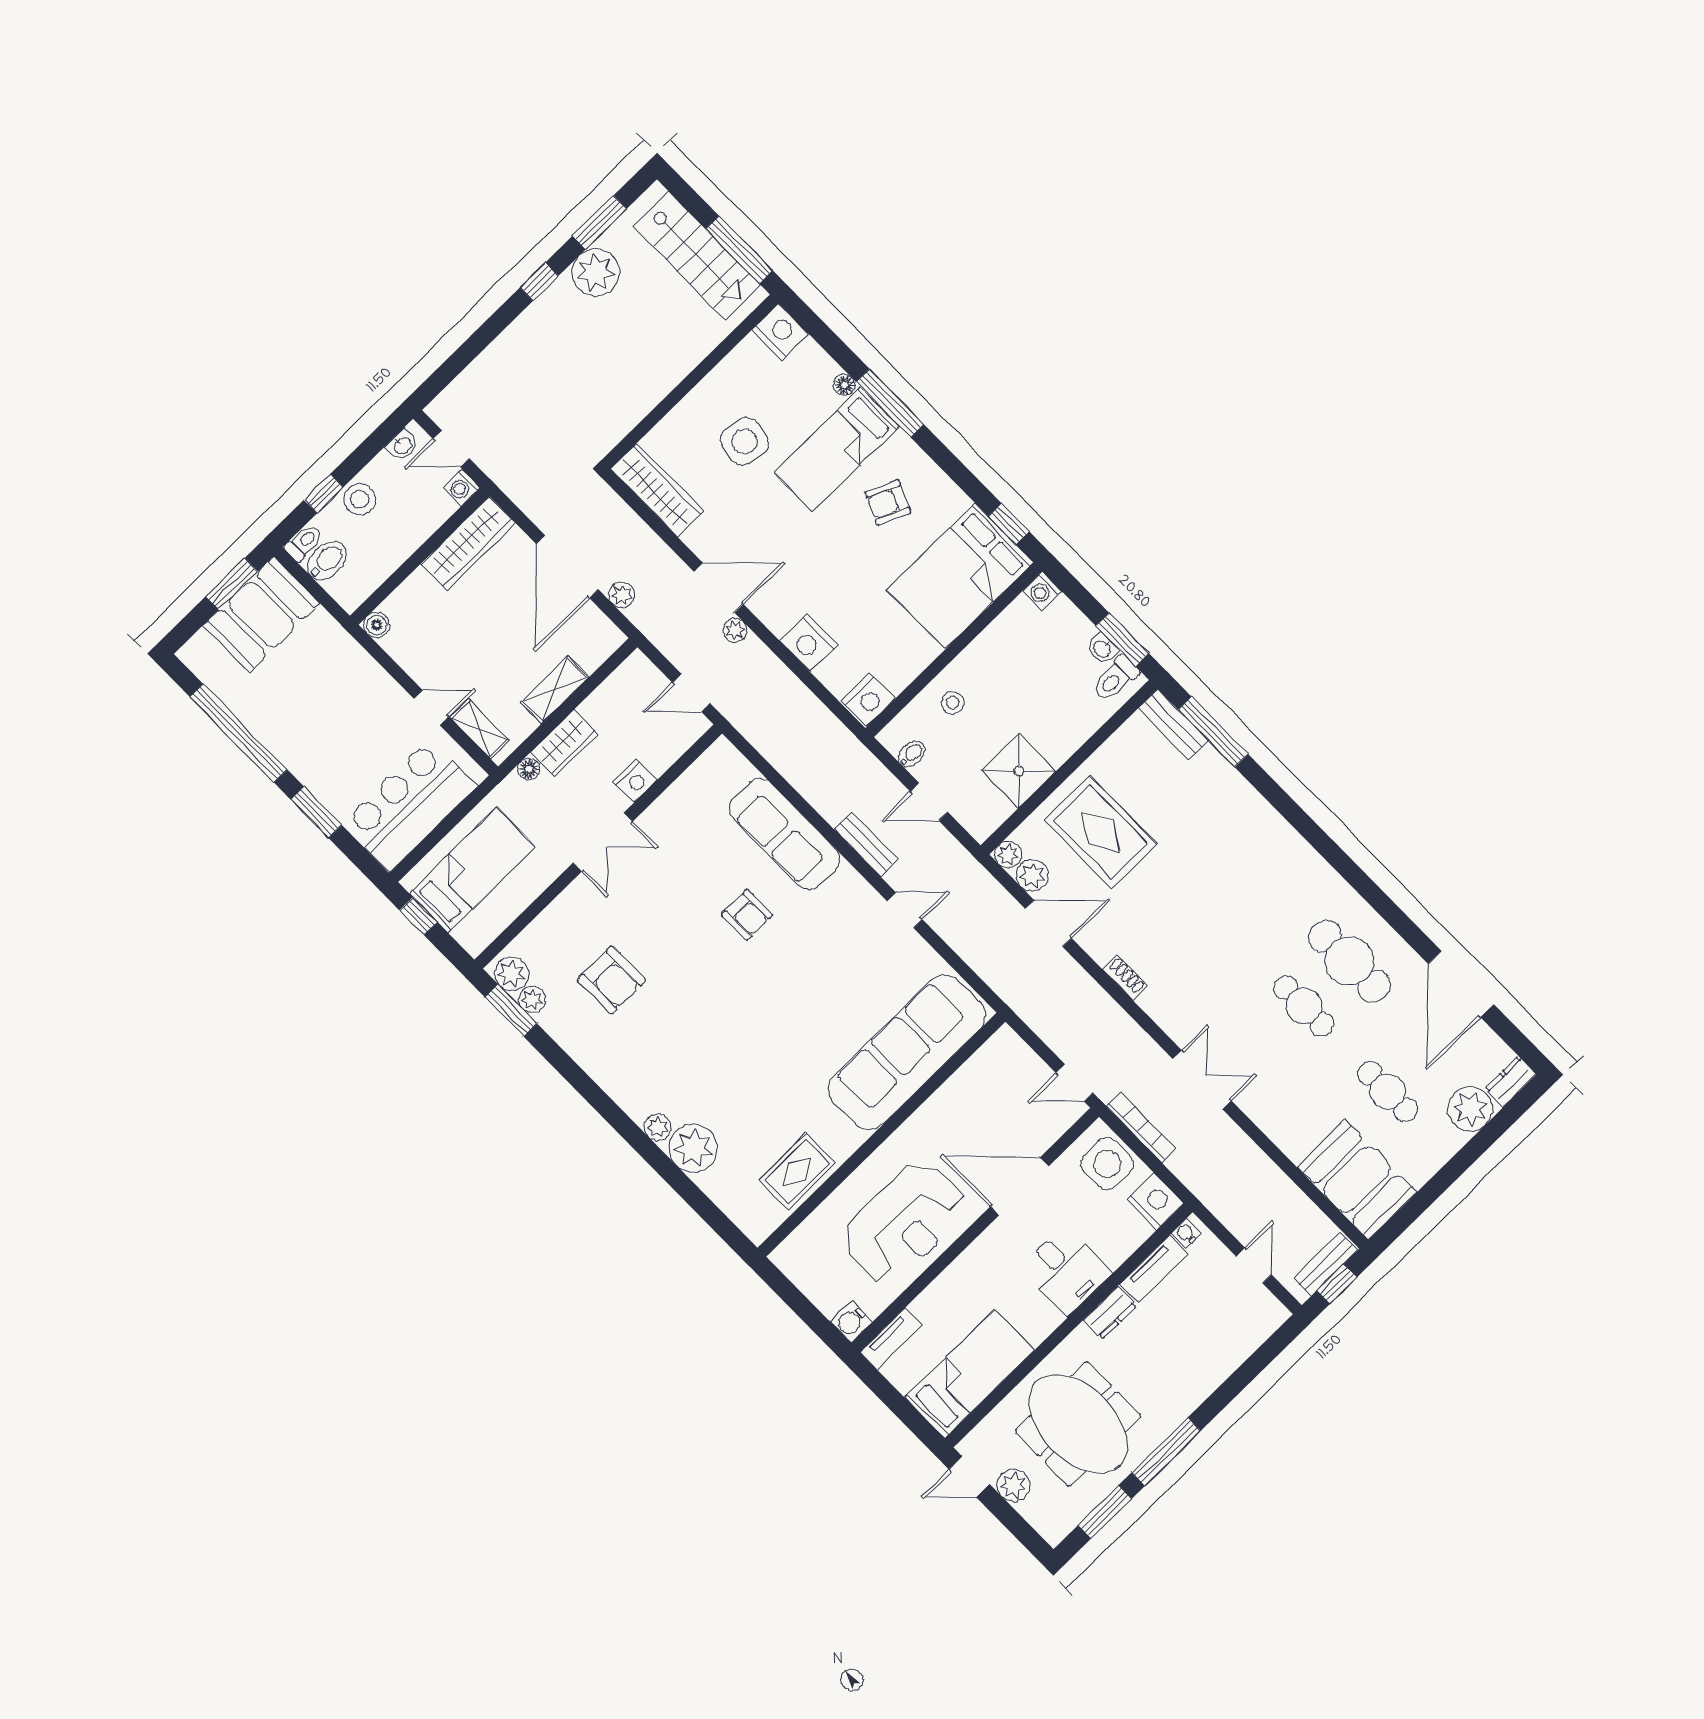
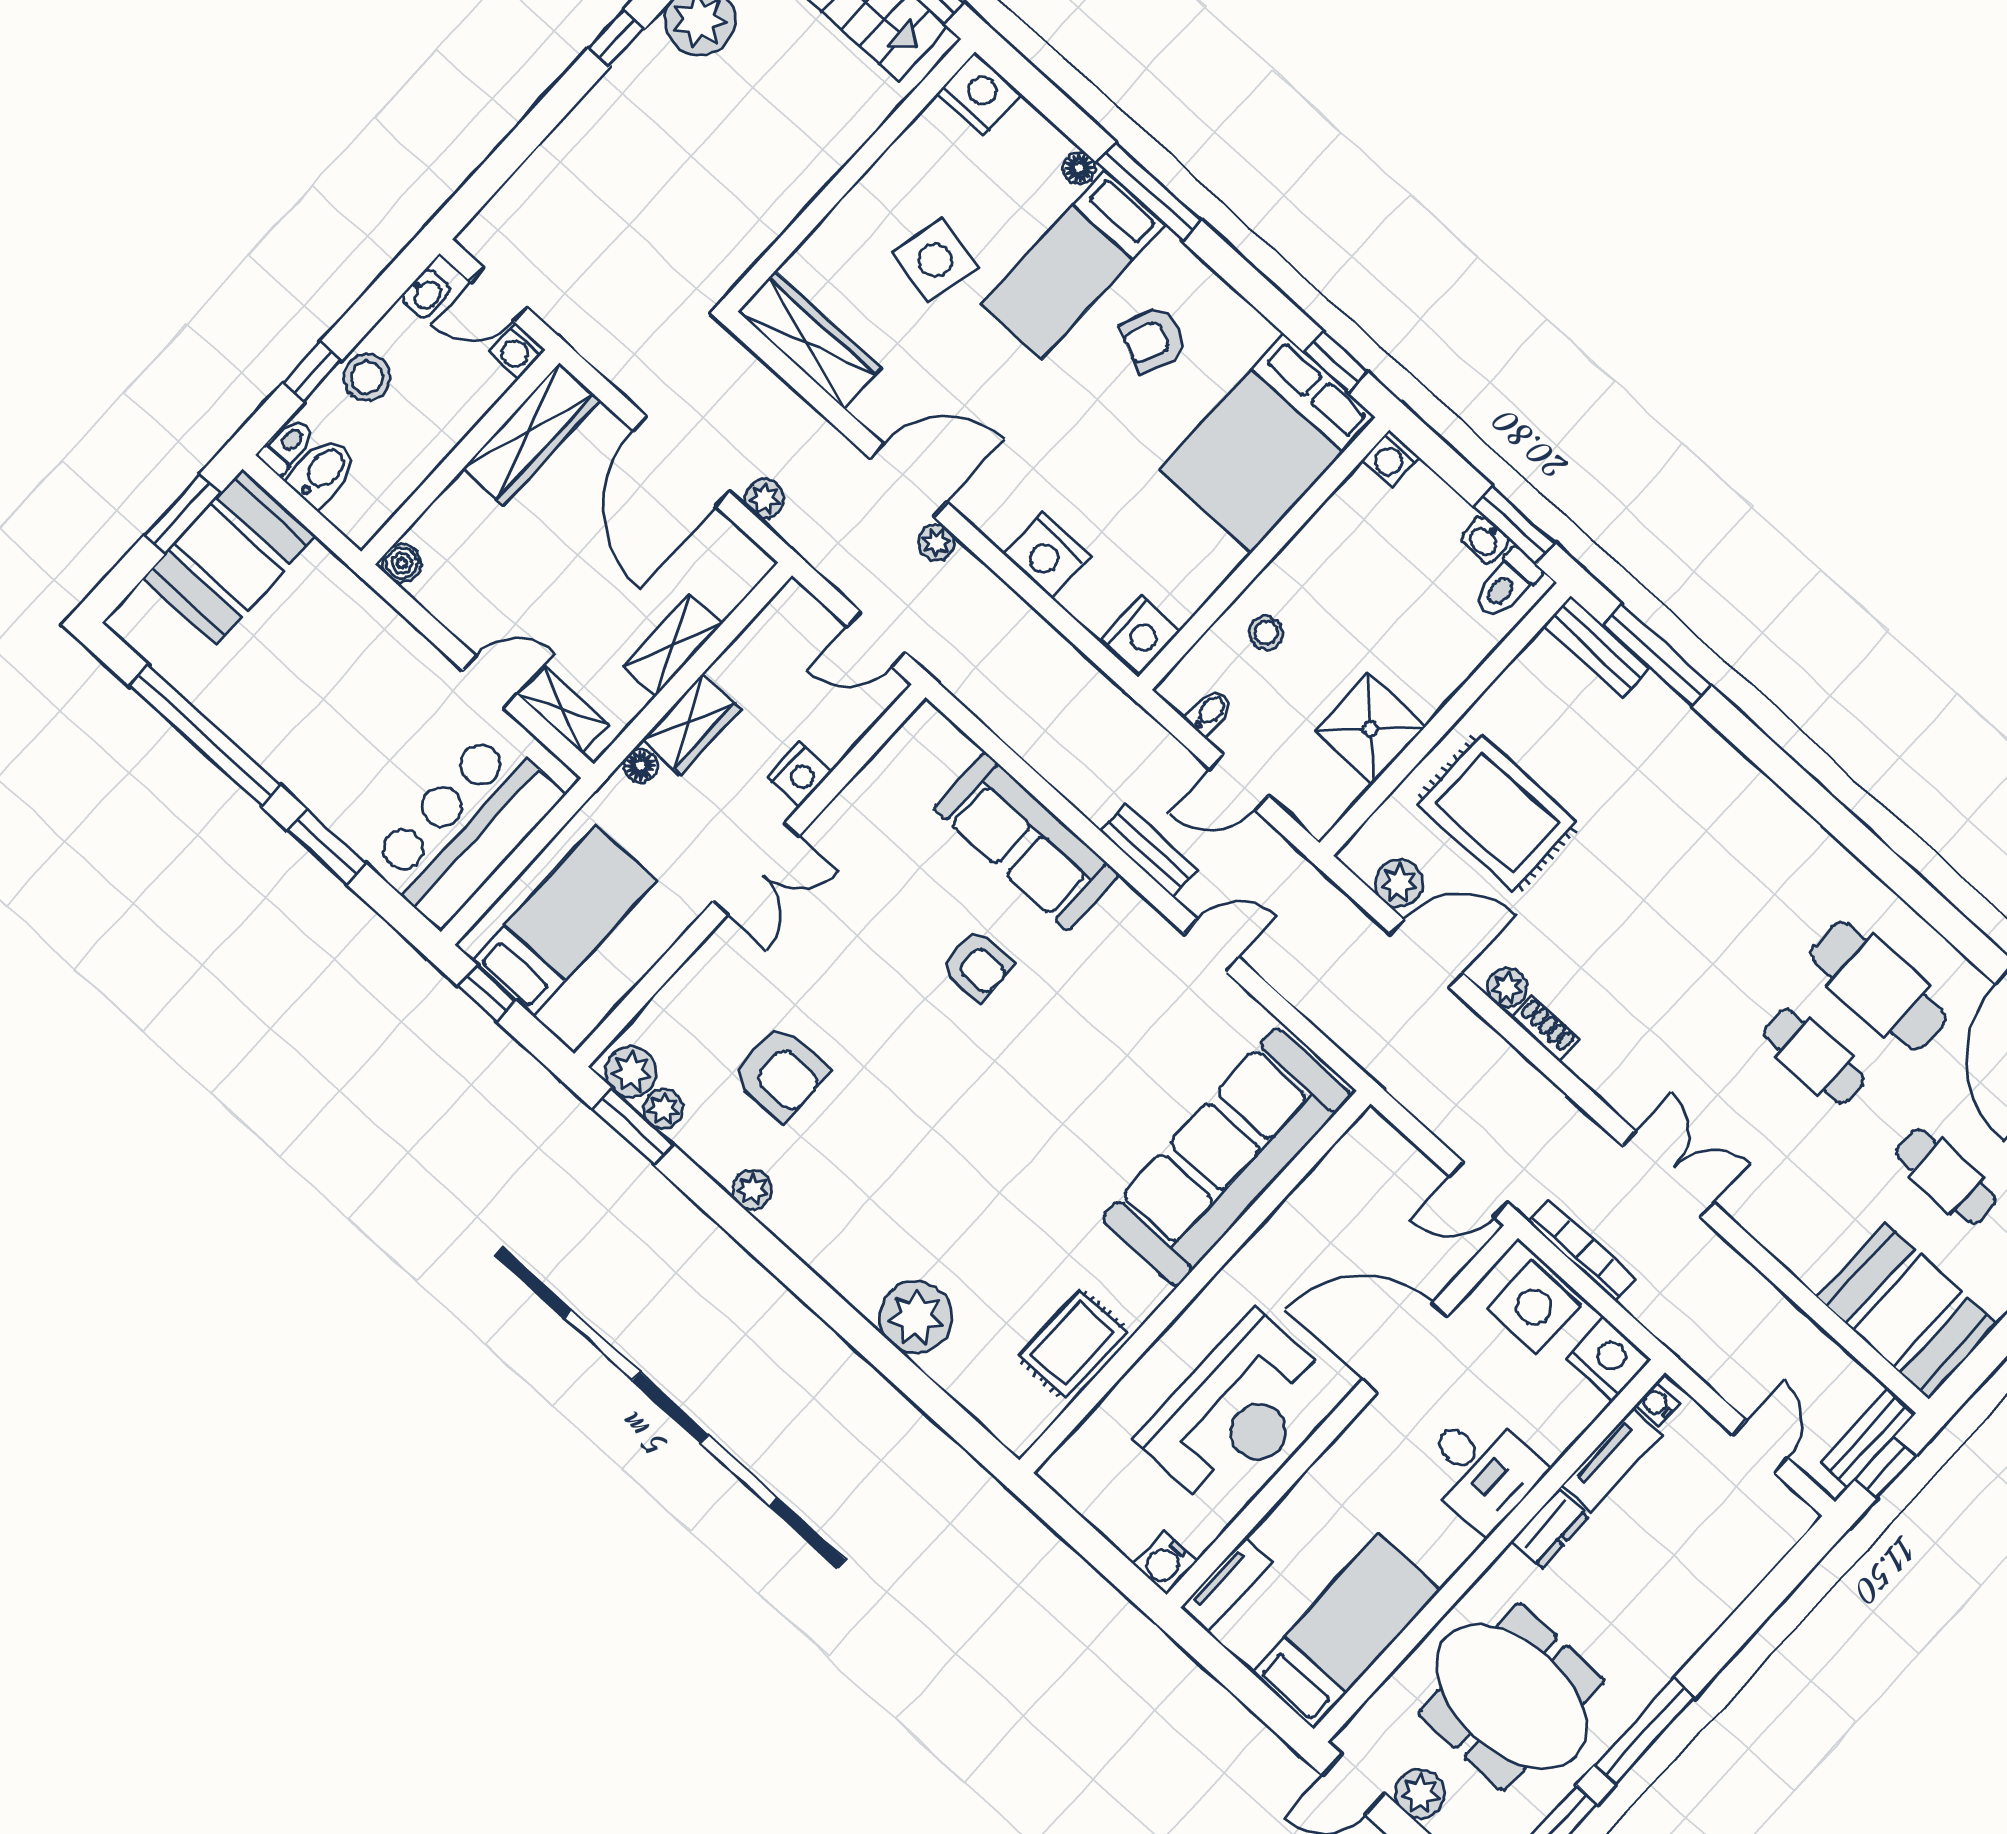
plant: (1008, 855) -> (1507, 988), moved
plant: (658, 1127) -> (752, 1190), moved

